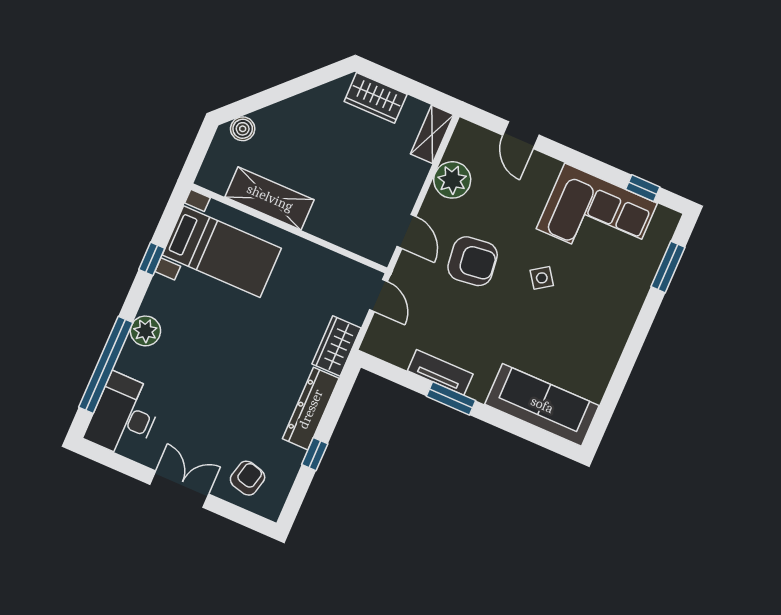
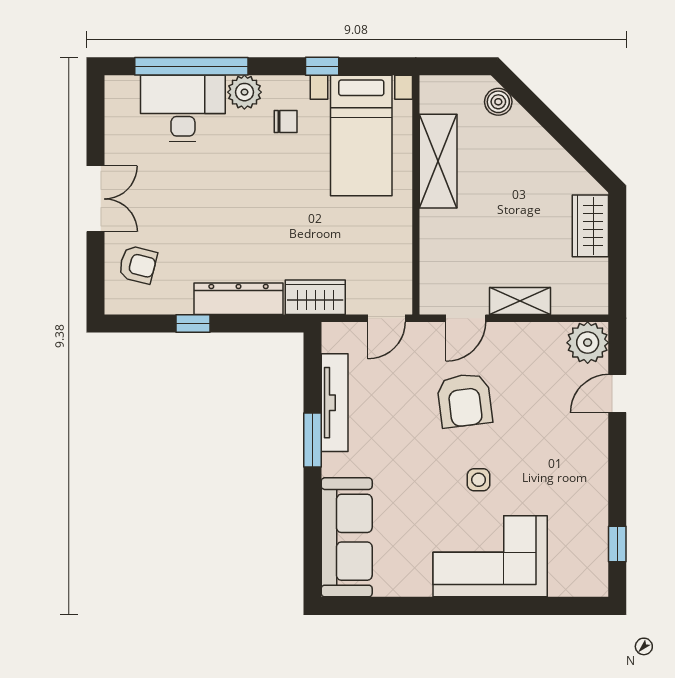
shelving: (432, 134) -> (520, 301), moved
plant: (452, 180) -> (588, 343), moved
corner sofa: (597, 216) -> (490, 556), moved, turned 90
window: (668, 267) -> (547, 606), removed
side table: (542, 278) -> (479, 480), turned 35
chair: (184, 308) -> (286, 122), added
tv unit: (440, 372) -> (335, 403), width x1.41
desk: (124, 416) -> (183, 108), moved

